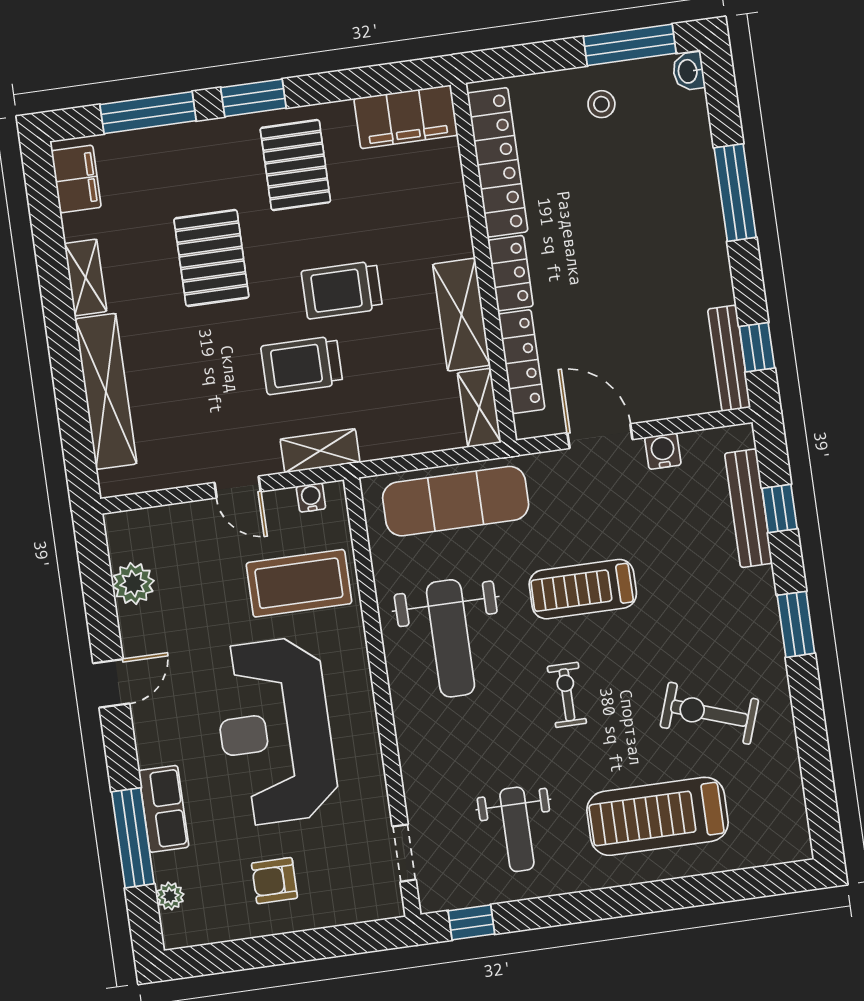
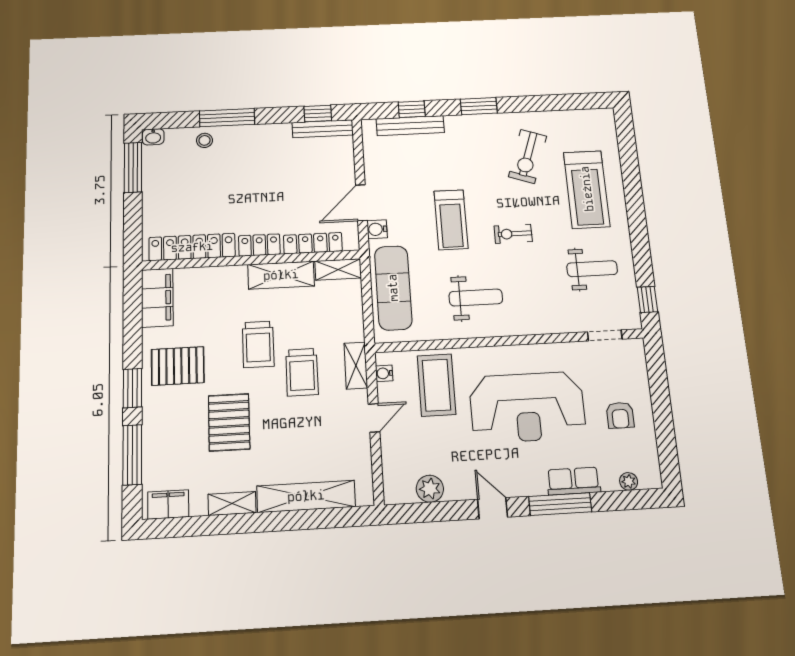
stool: (601, 104) -> (205, 140), moved
pallet: (211, 258) -> (229, 422), turned 90
water cooler: (663, 451) -> (377, 229), moved
weight bench: (451, 638) -> (476, 298), width x0.73, depth x0.75
window: (133, 838) -> (560, 504), moved

